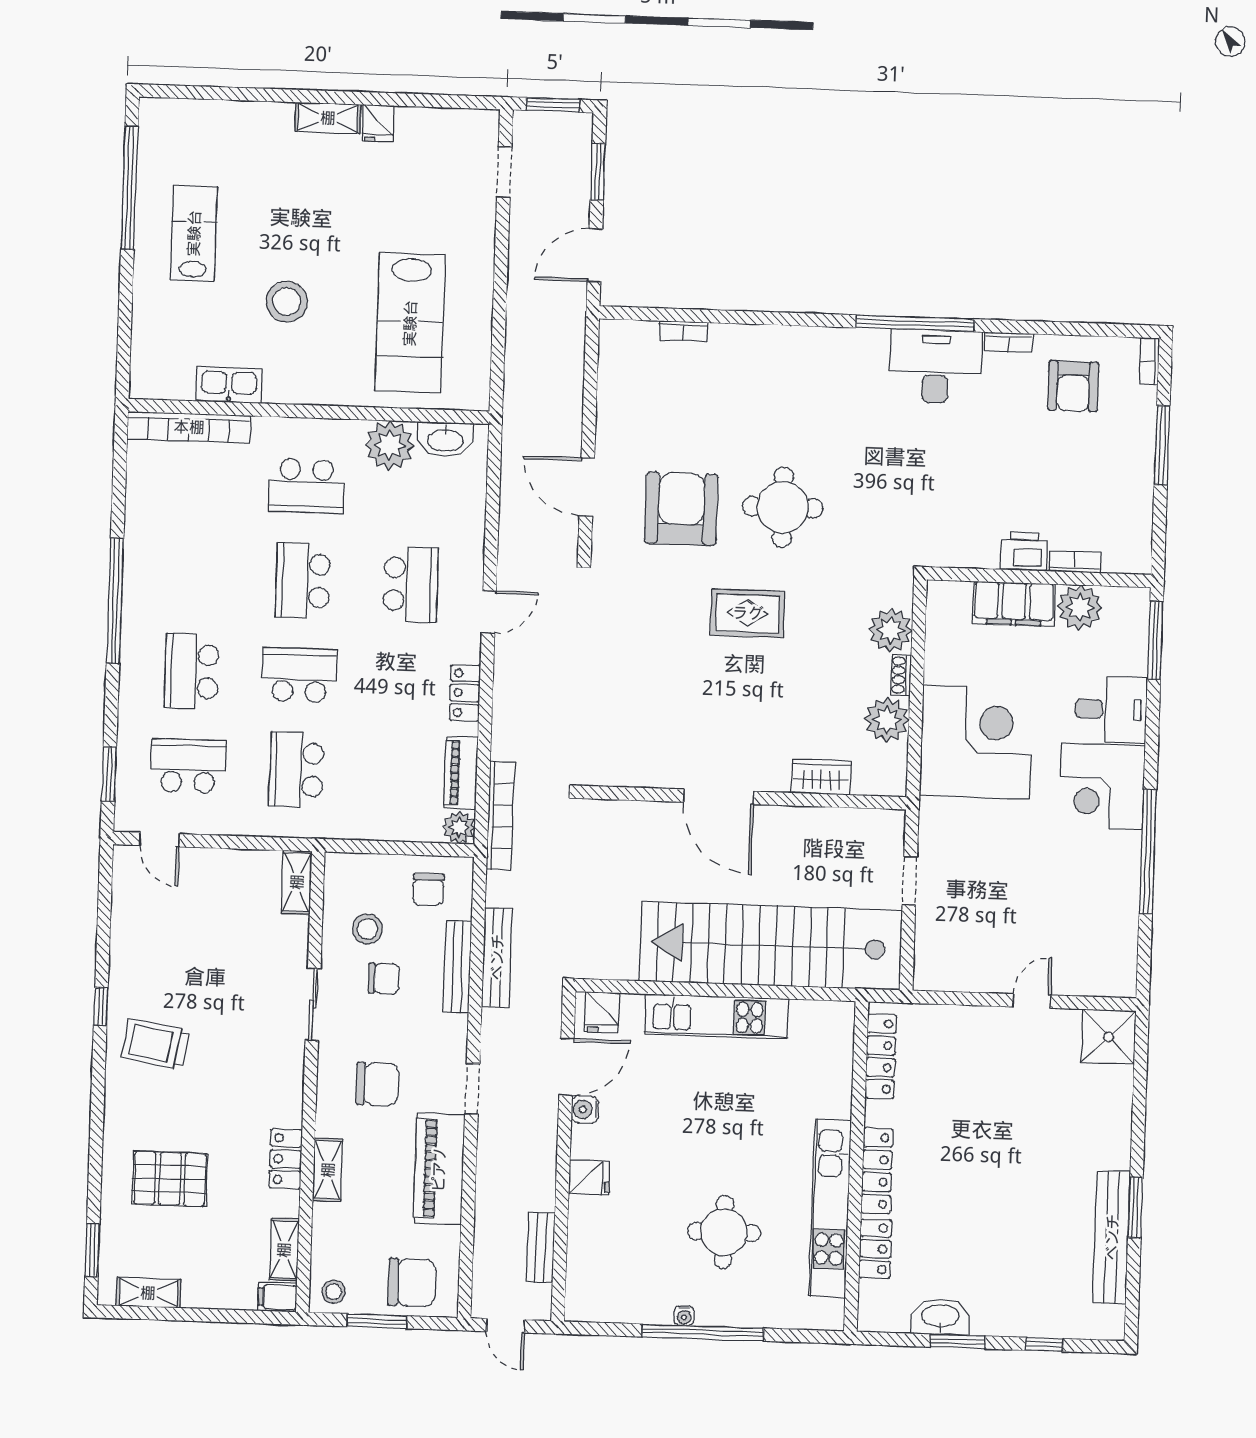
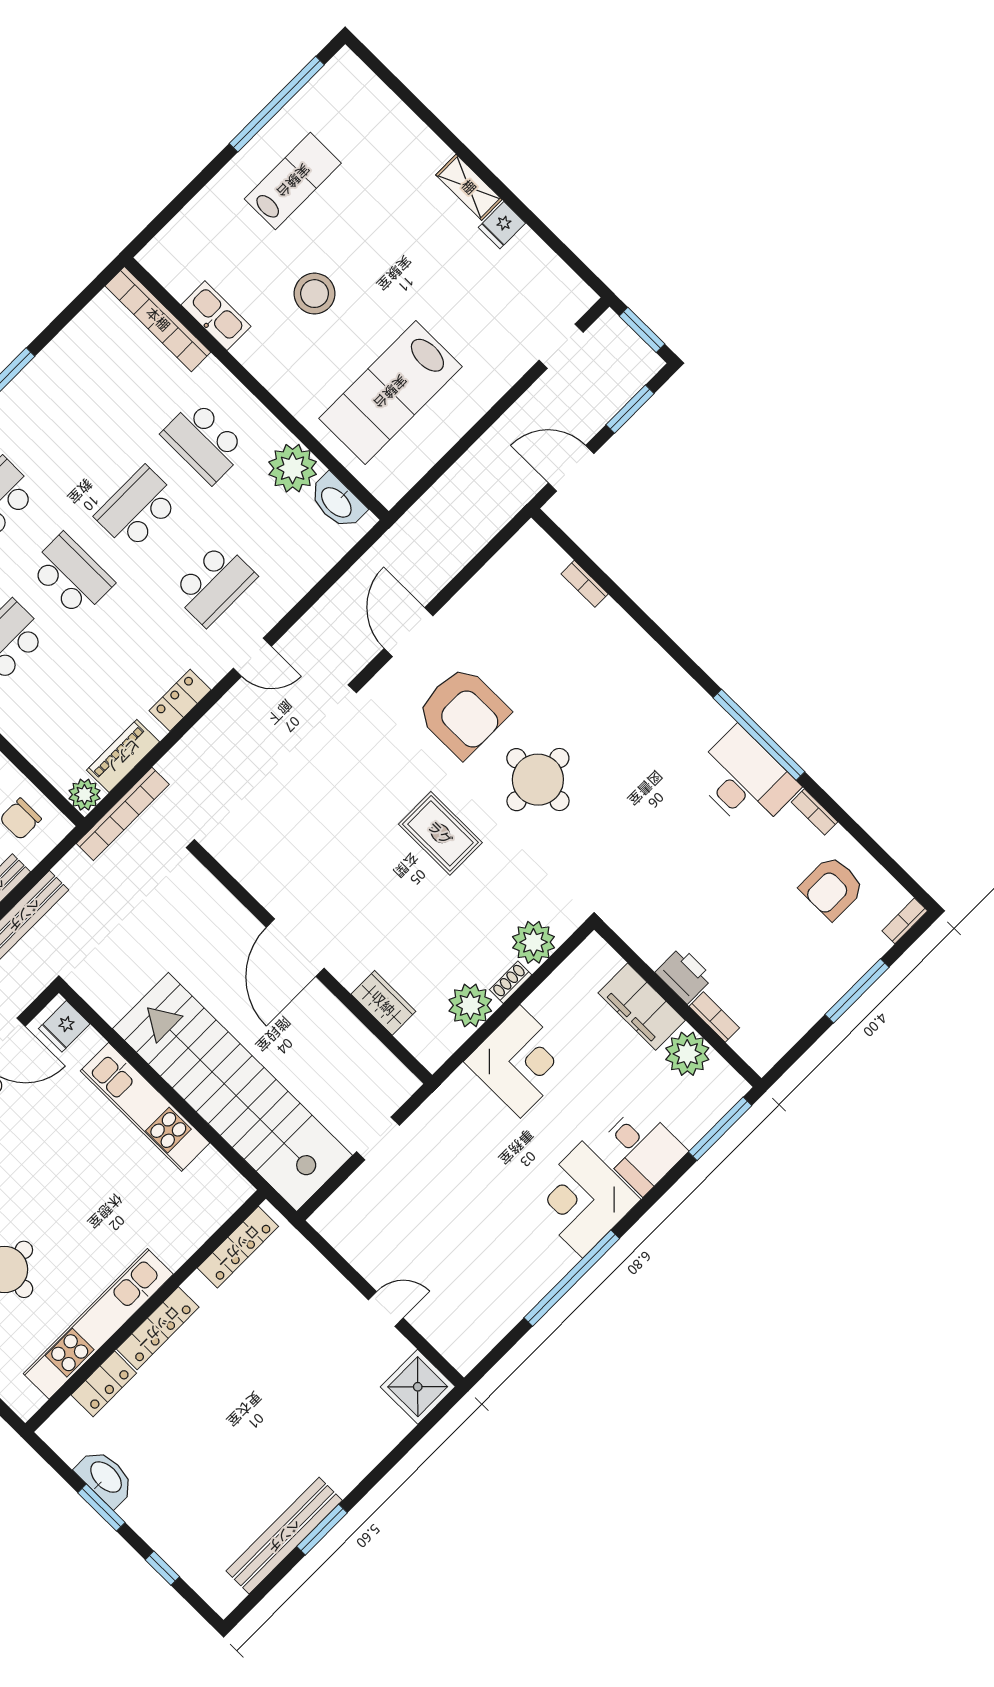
armchair: (681, 509) -> (463, 712), turned 90
corner desk: (976, 742) -> (520, 1061), width x0.74, depth x0.74

